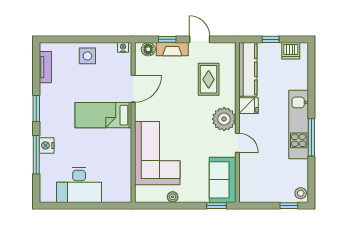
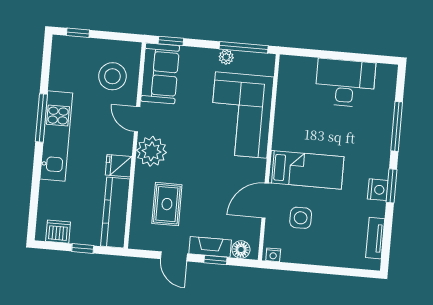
side table: (87, 56) -> (301, 218), moved
nightstand: (47, 145) -> (378, 190), moved
stool: (301, 193) -> (112, 76), moved, width x1.89, depth x1.89
window: (160, 206) -> (244, 47), added

